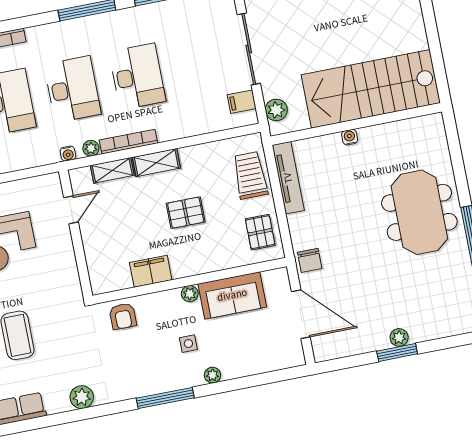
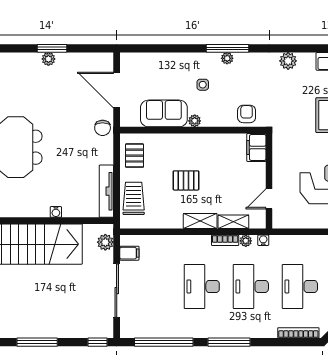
bookcase: (128, 142) -> (225, 240), width x0.64
trolley: (250, 175) -> (134, 198), turned 180
chair: (310, 260) -> (103, 128), turned 180
filing cabinet: (151, 271) -> (256, 147), moved, turned 90
plant: (213, 375) -> (227, 58), moved

